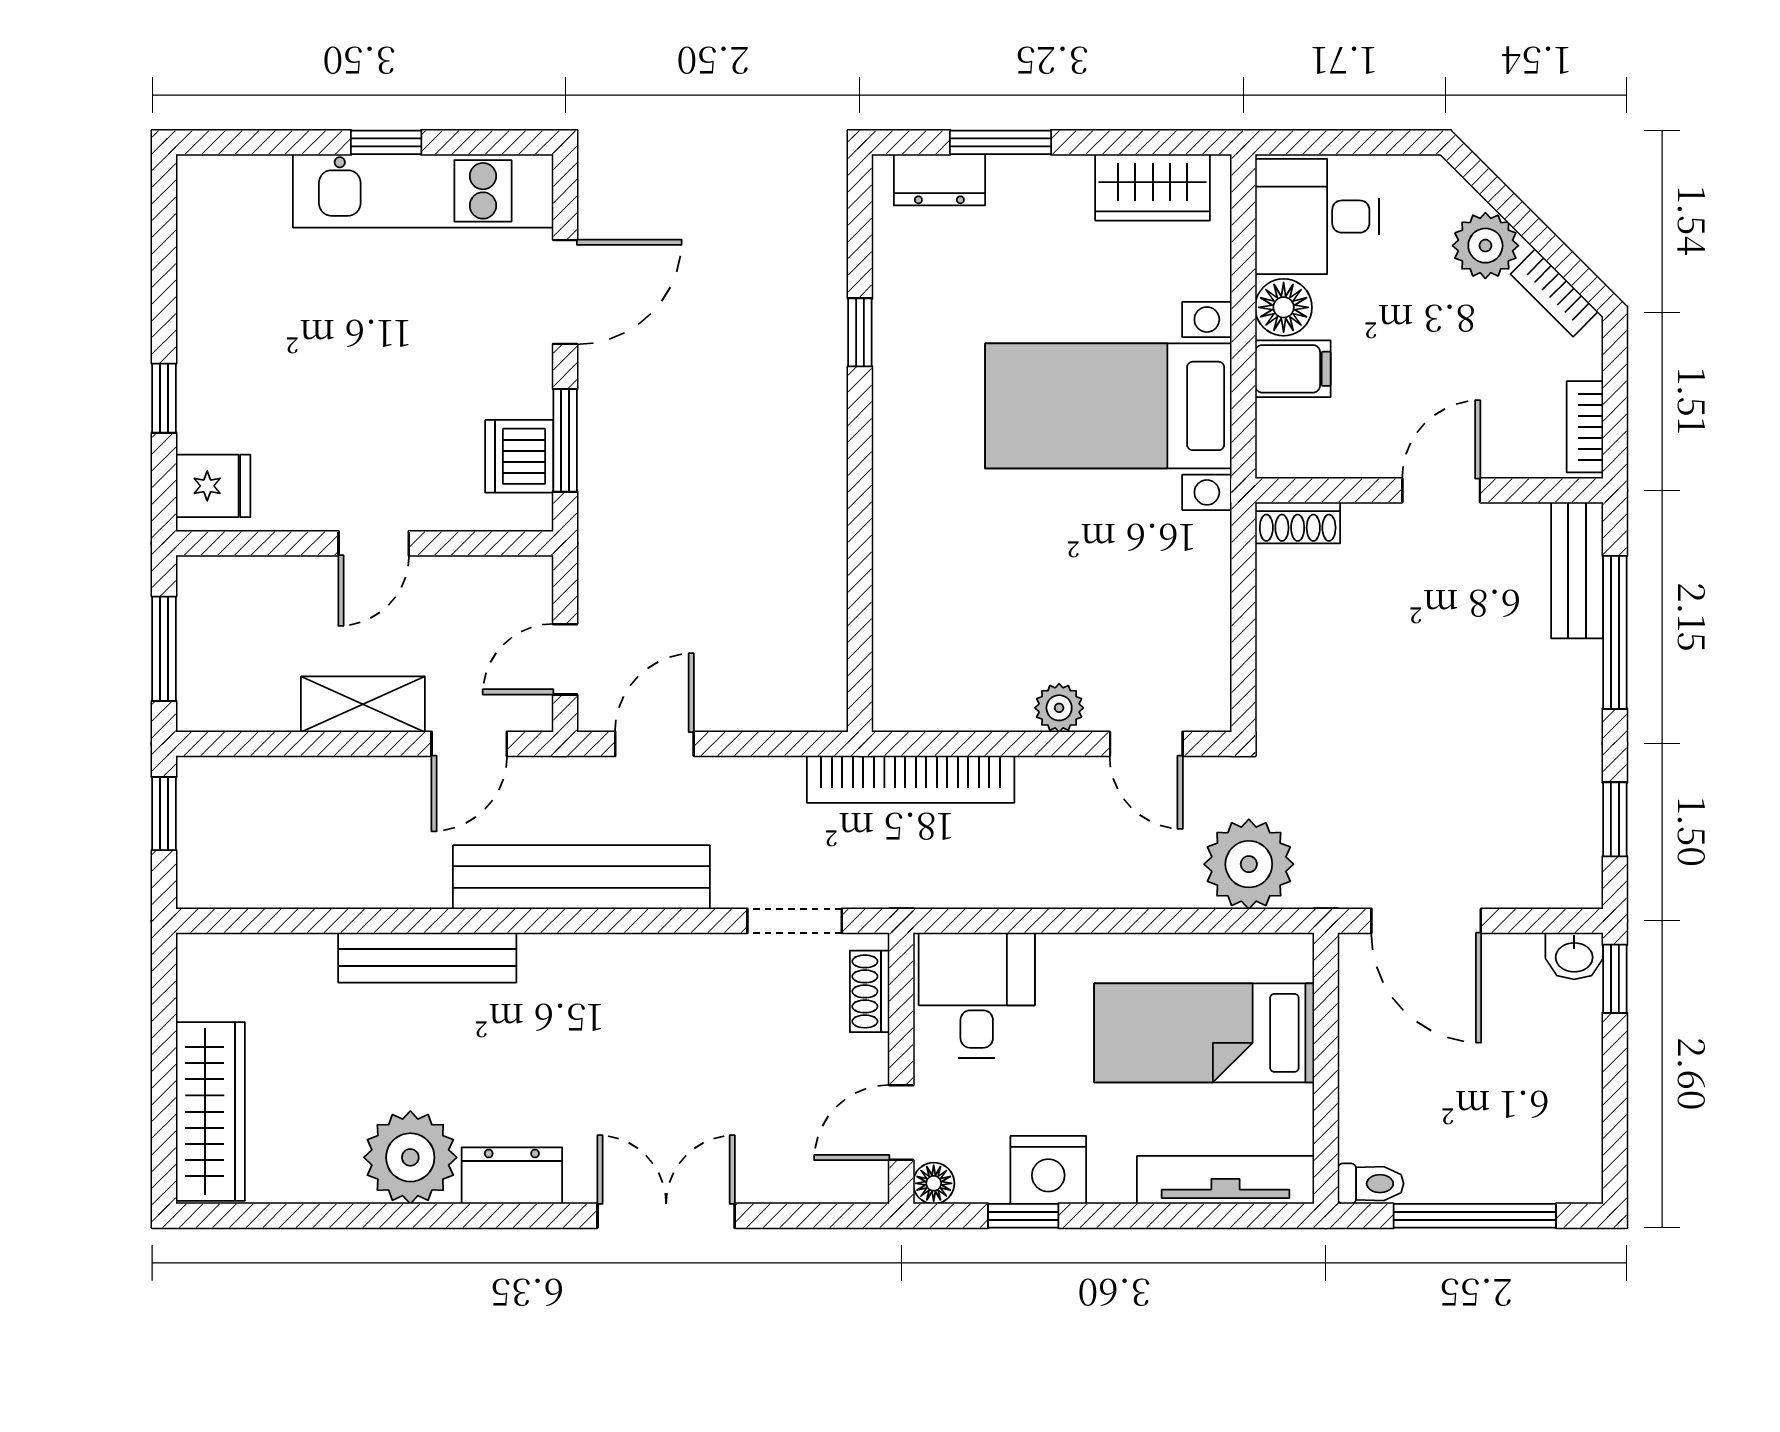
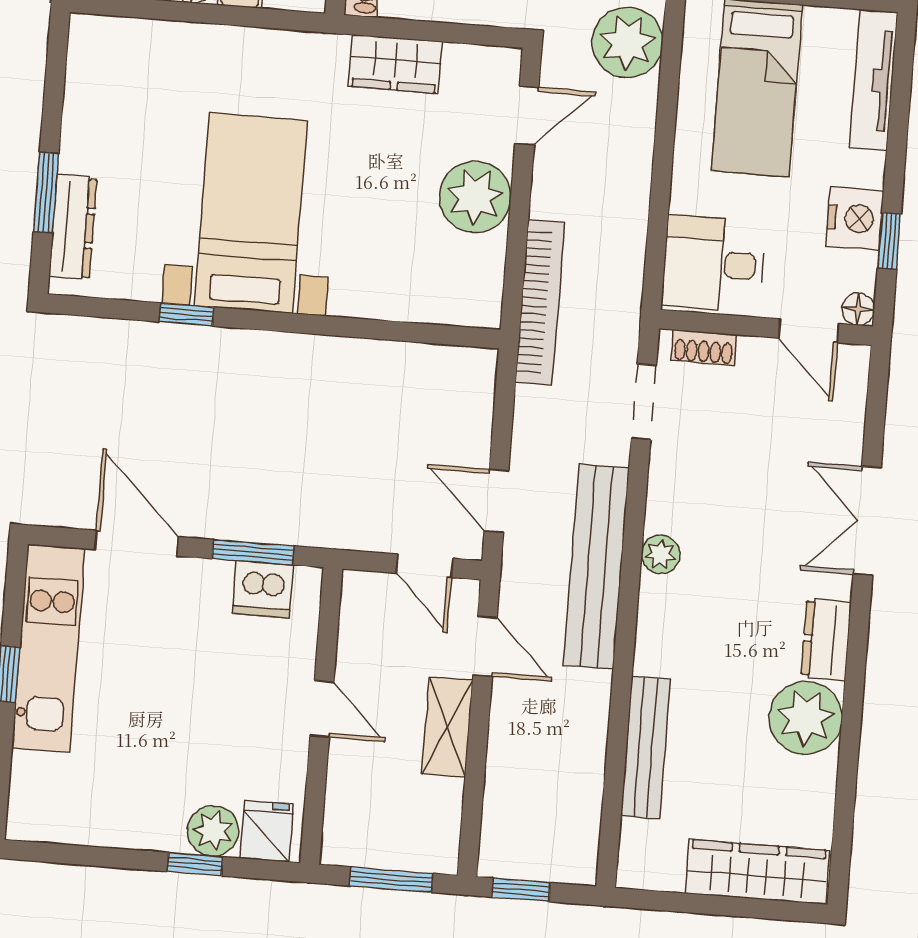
dresser: (939, 180) -> (73, 227), width x1.44
wardrobe: (1153, 187) -> (395, 64), moved, turned 90
bed with nightstands: (1108, 406) -> (251, 213), moved, turned 180
plant: (208, 418) -> (213, 831), added
plant: (1059, 708) -> (475, 197), width x1.87, depth x1.87
plant: (603, 957) -> (661, 554), added
bench: (427, 958) -> (646, 747), moved

